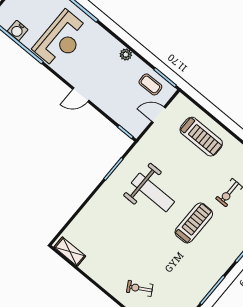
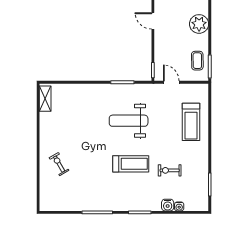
plant: (126, 55) -> (199, 24), width x1.87, depth x1.87
door: (158, 115) -> (171, 82), moved
weight bench: (153, 192) -> (129, 121), turned 90

